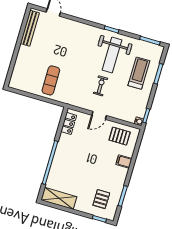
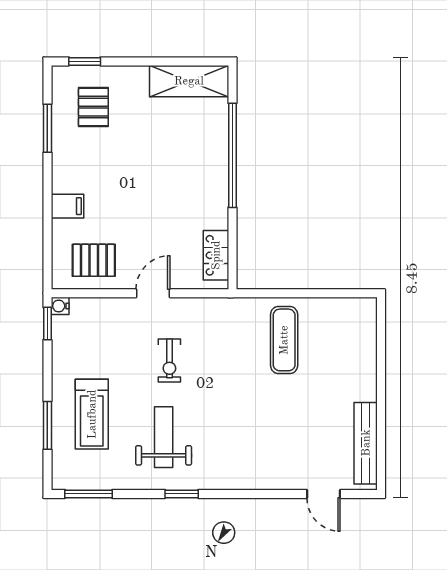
weight bench: (112, 55) -> (164, 437), width x0.73, depth x0.75

